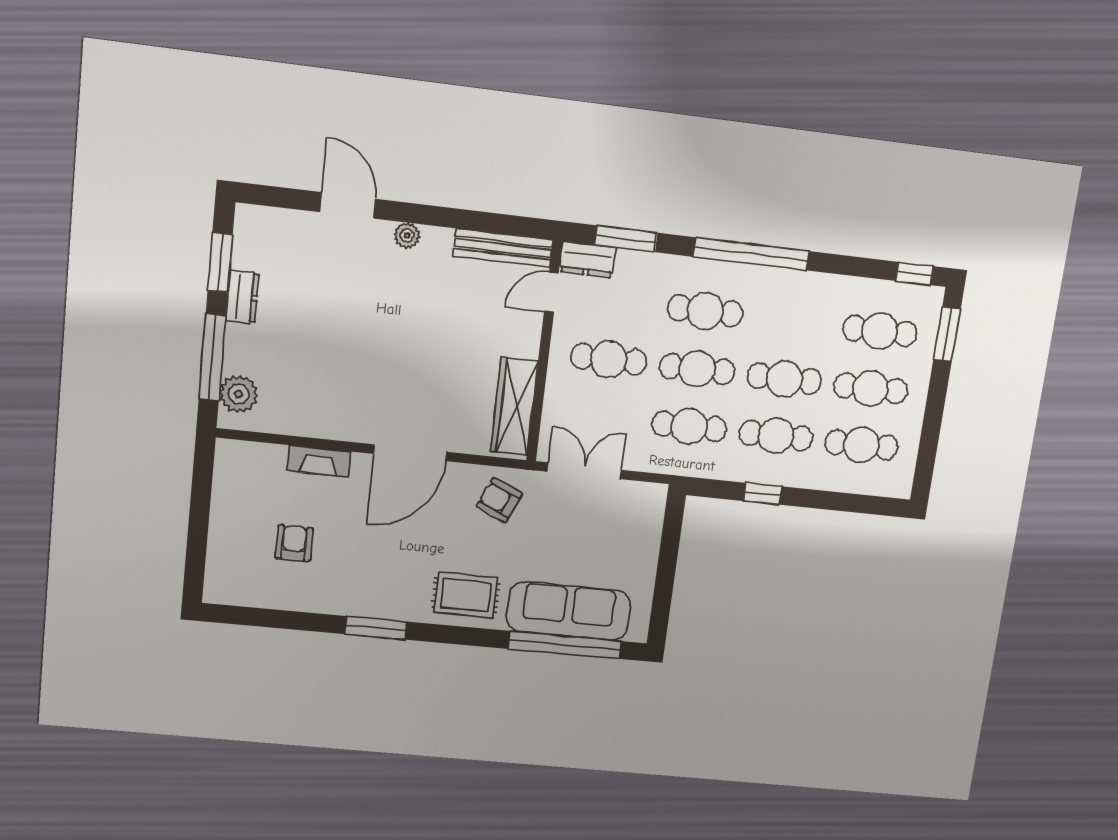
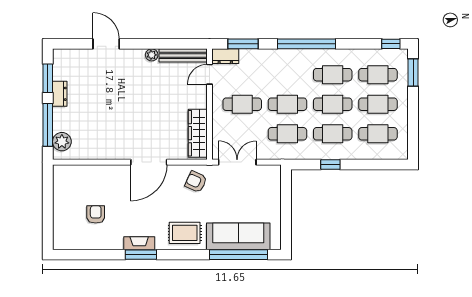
plant: (407, 236) -> (152, 55), moved
cafe table: (705, 311) -> (333, 75), moved
fireplace: (319, 461) -> (139, 243), moved, turned 180

